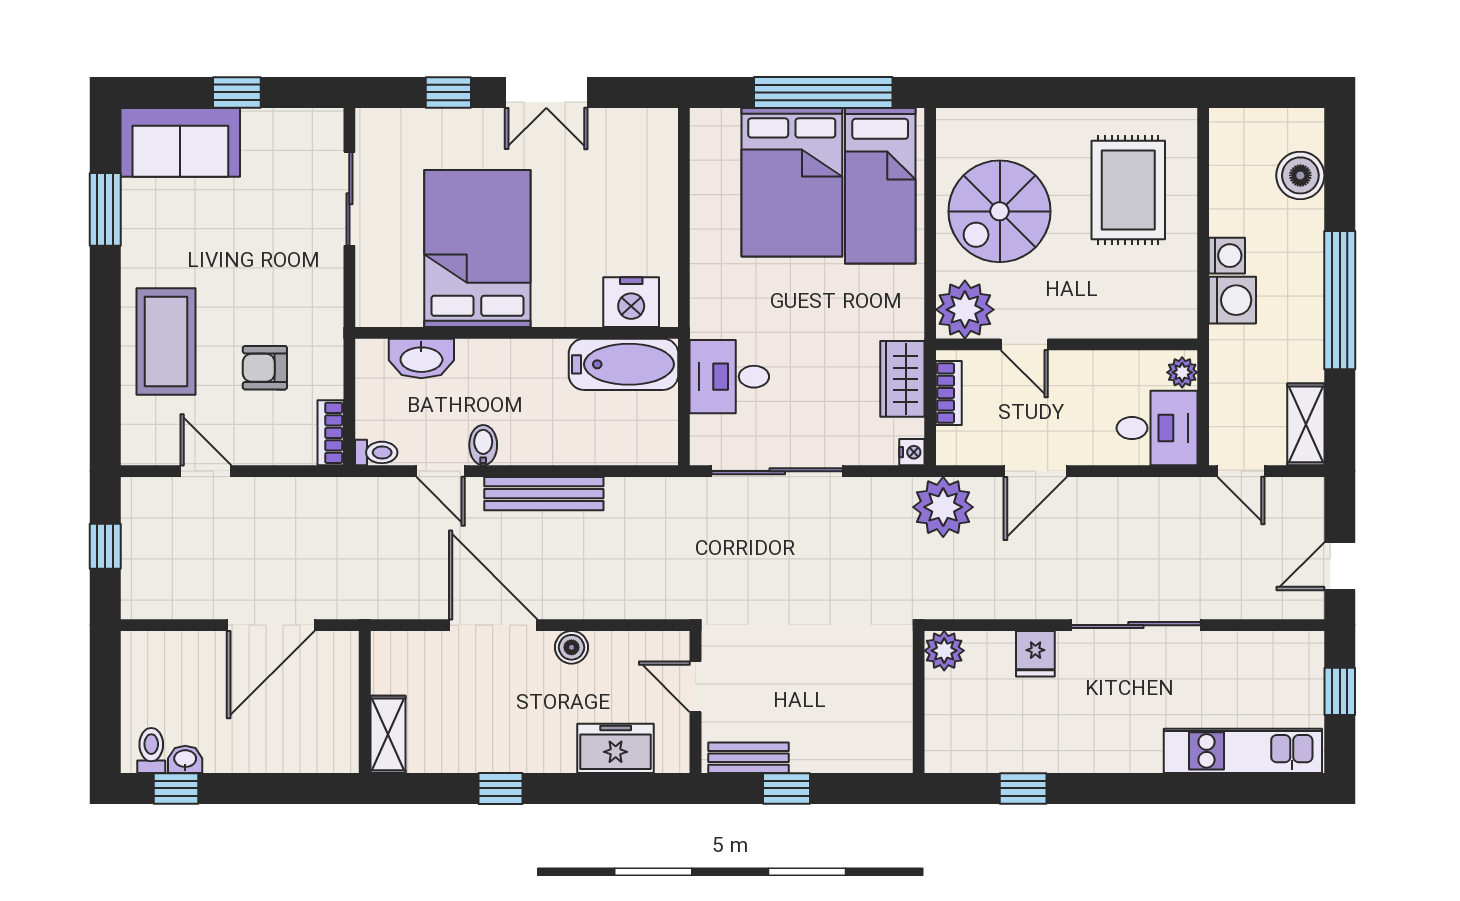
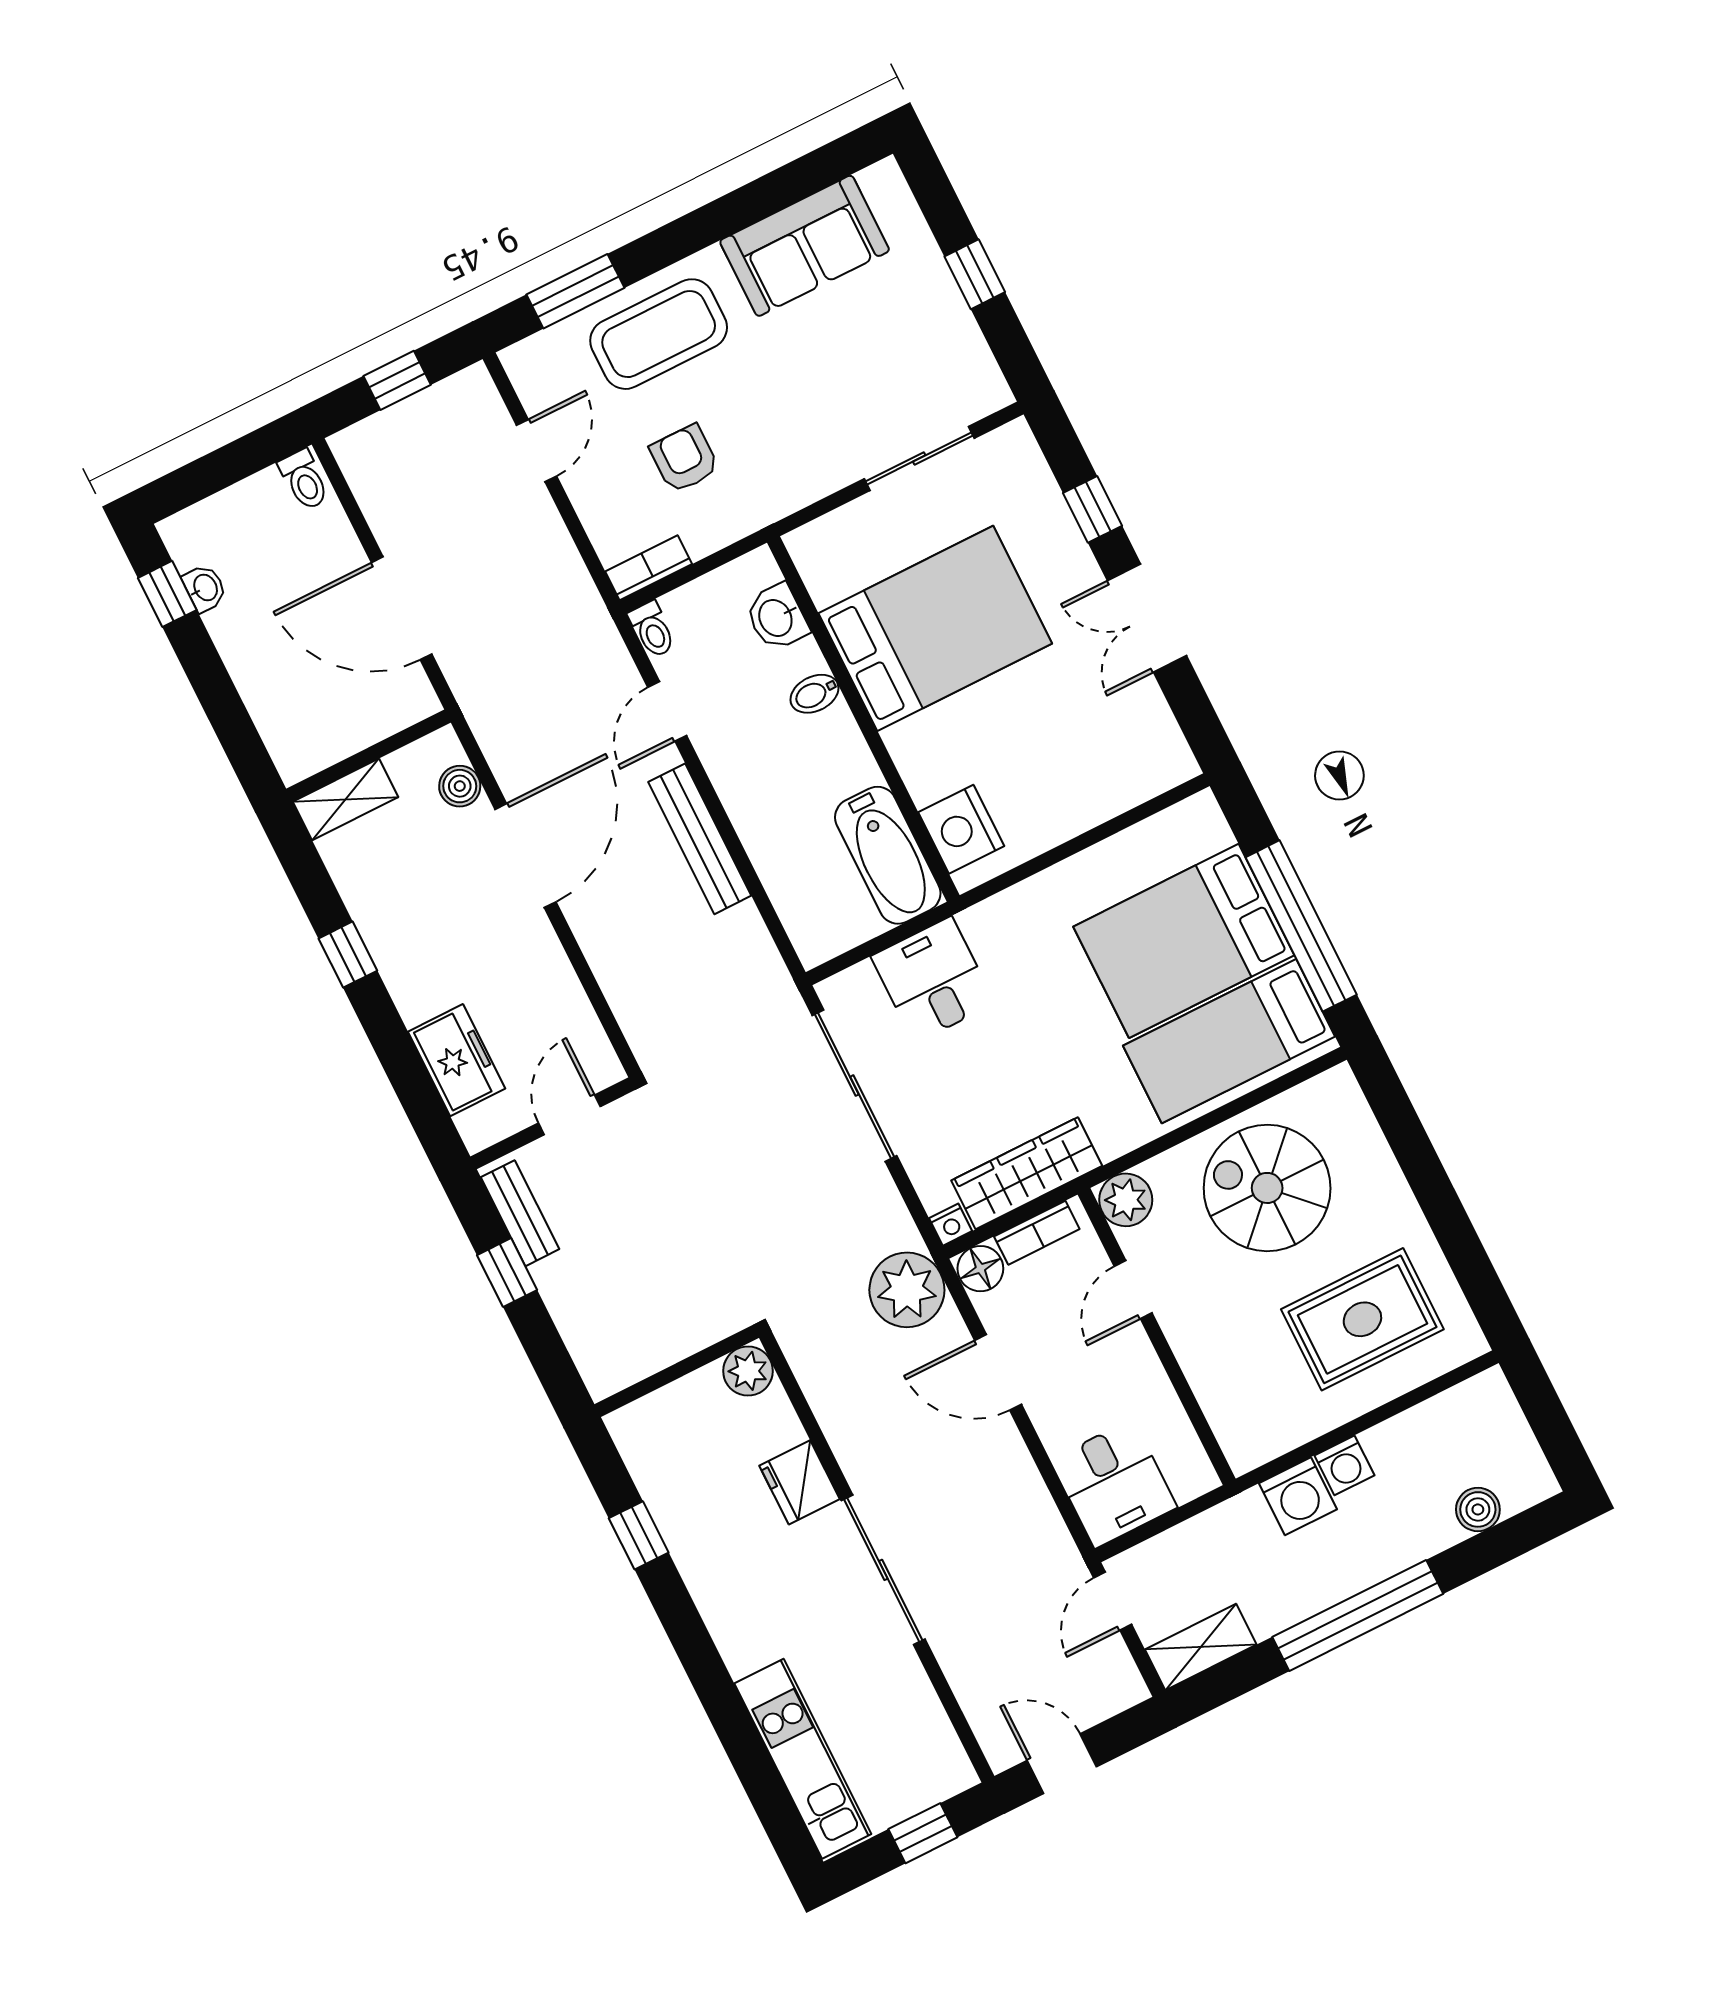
sofa: (180, 142) -> (805, 246), moved, turned -90
boiler: (1300, 175) -> (1478, 1509), width x0.73, depth x0.73
window: (105, 209) -> (575, 291), moved
plant: (965, 310) -> (1126, 1200), width x0.73, depth x0.73
washbasin: (421, 358) -> (777, 617), width x0.72
plant: (1182, 372) -> (1190, 1481), removed
wardrobe: (902, 379) -> (1027, 1173), width x1.50
bidet: (483, 445) -> (814, 694), moved, turned 180
floor lamp: (954, 447) -> (980, 1269), added
boiler: (572, 647) -> (460, 786), moved
fridge: (1035, 654) -> (799, 1482), width x1.38
toilet: (151, 750) -> (304, 480), moved, turned 90

